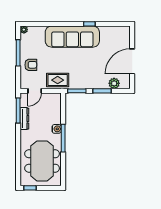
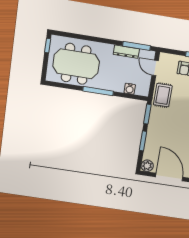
plant: (114, 83) -> (147, 166), moved
water cooler: (57, 129) -> (130, 89), moved

